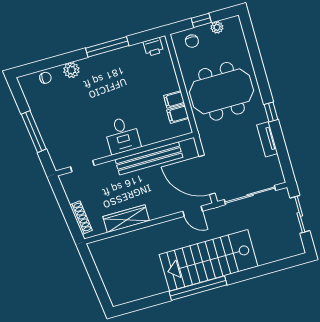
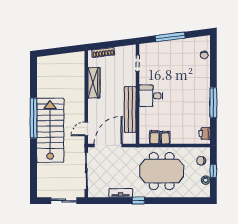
plant: (71, 70) -> (204, 74), removed
meeting table: (222, 91) -> (162, 171), turned 90

